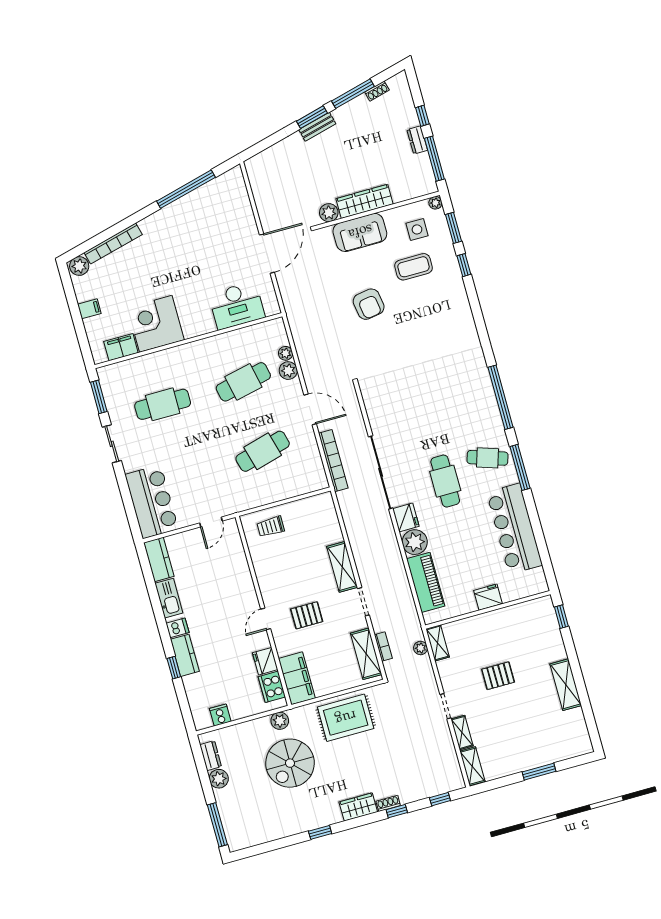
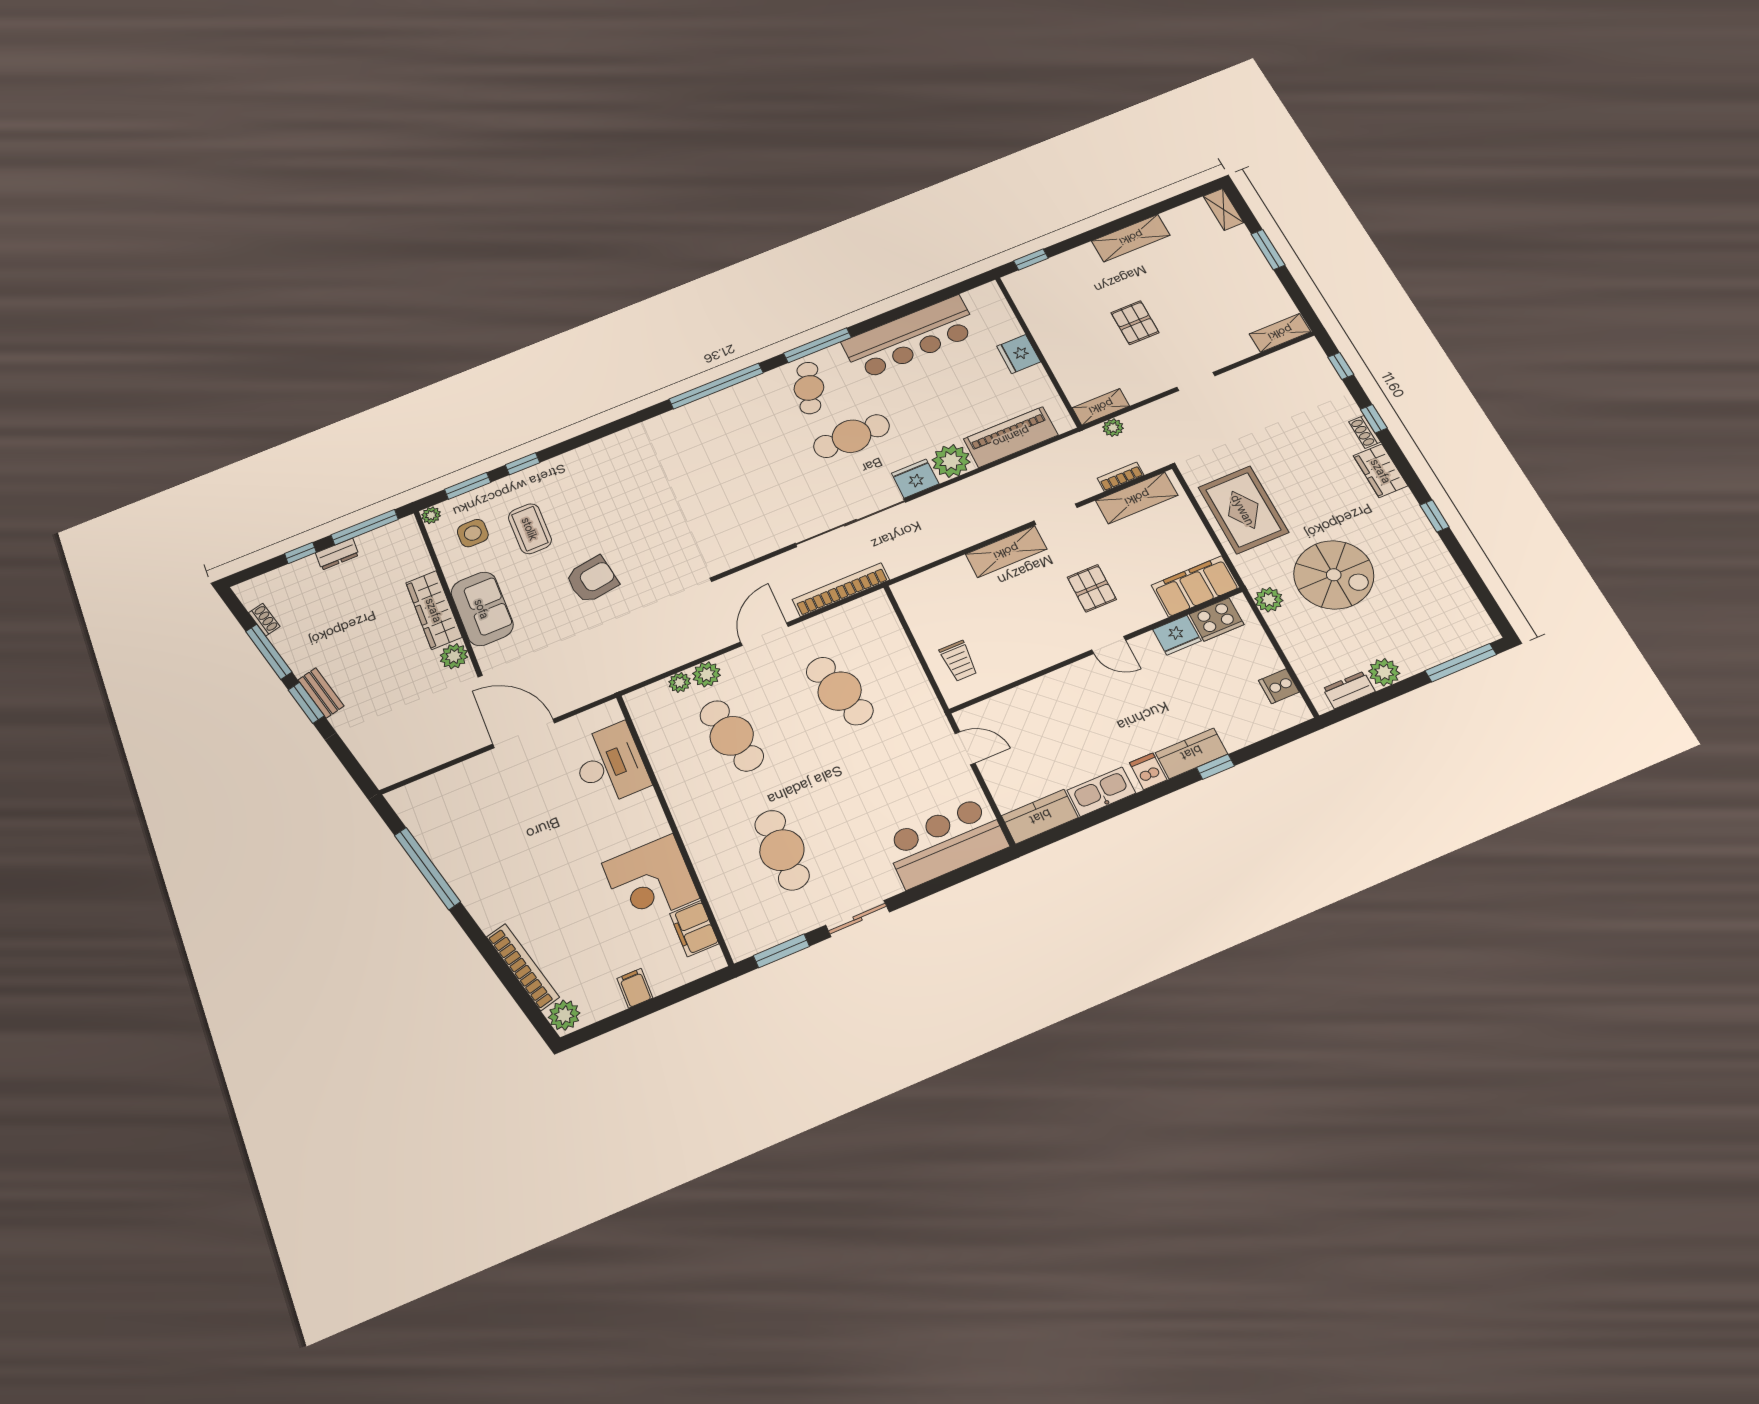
shelving: (462, 732) -> (1223, 209), moved, turned 90

